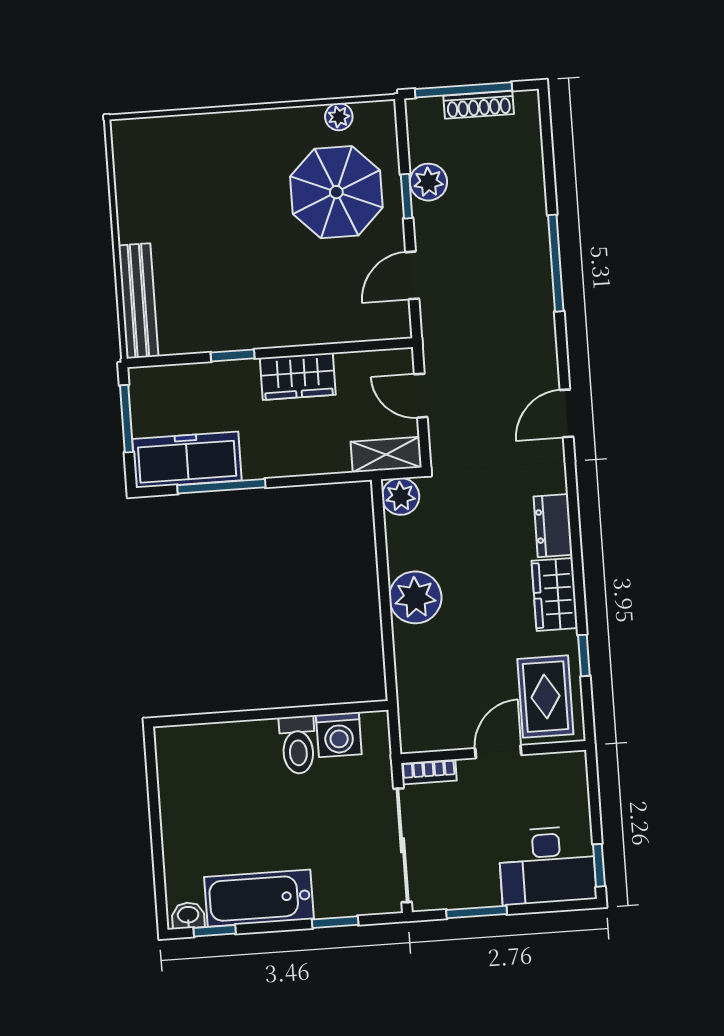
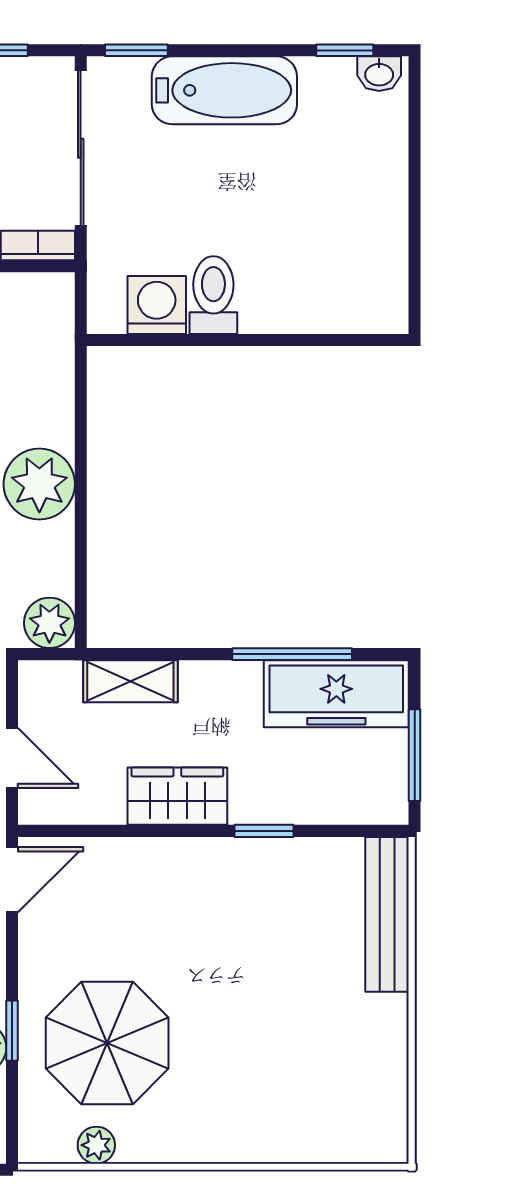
door: (412, 275) -> (12, 880), moved
shelving: (386, 455) -> (130, 681), moved
bathtub: (259, 898) -> (224, 90), moved
window: (335, 922) -> (136, 50), moved

